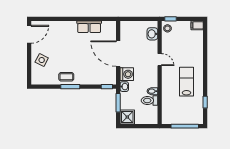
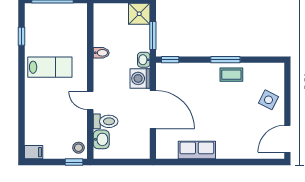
lab bench: (186, 82) -> (50, 67), turned -90
toilet: (150, 101) -> (106, 121), moved

